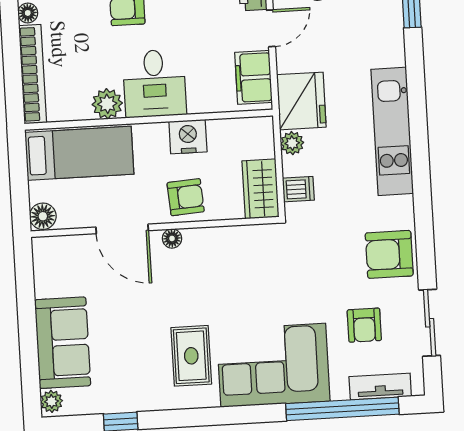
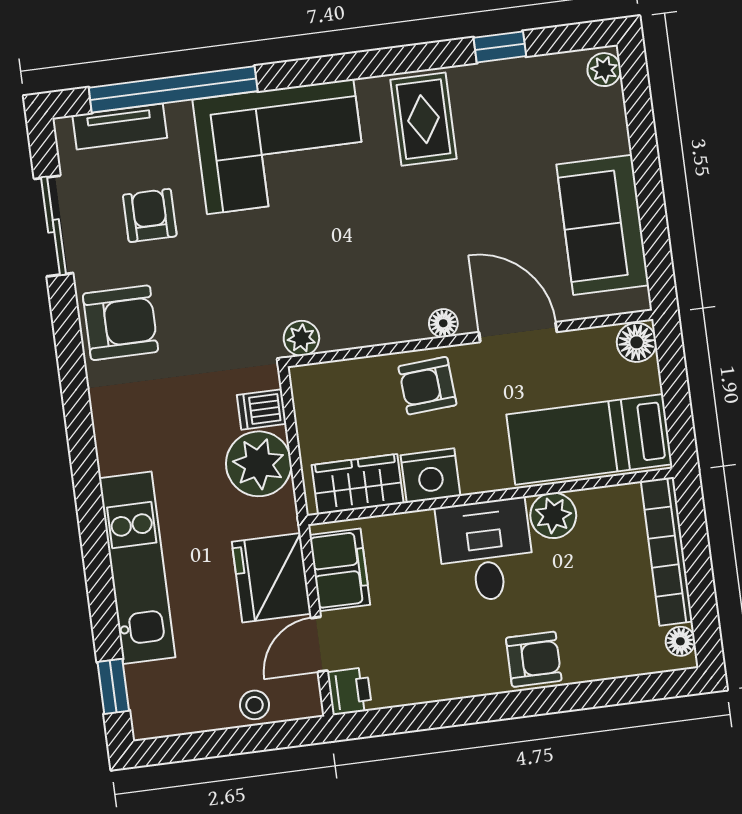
fridge: (301, 101) -> (271, 578), moved
kitchen unit: (392, 131) -> (137, 568), moved
plant: (292, 143) -> (259, 464), width x1.87, depth x1.87
wardrobe: (260, 189) -> (358, 484), moved, turned -90
plant: (268, 235) -> (301, 338), added
sofa: (63, 343) -> (603, 225), moved
rug: (191, 356) -> (424, 119), moved

